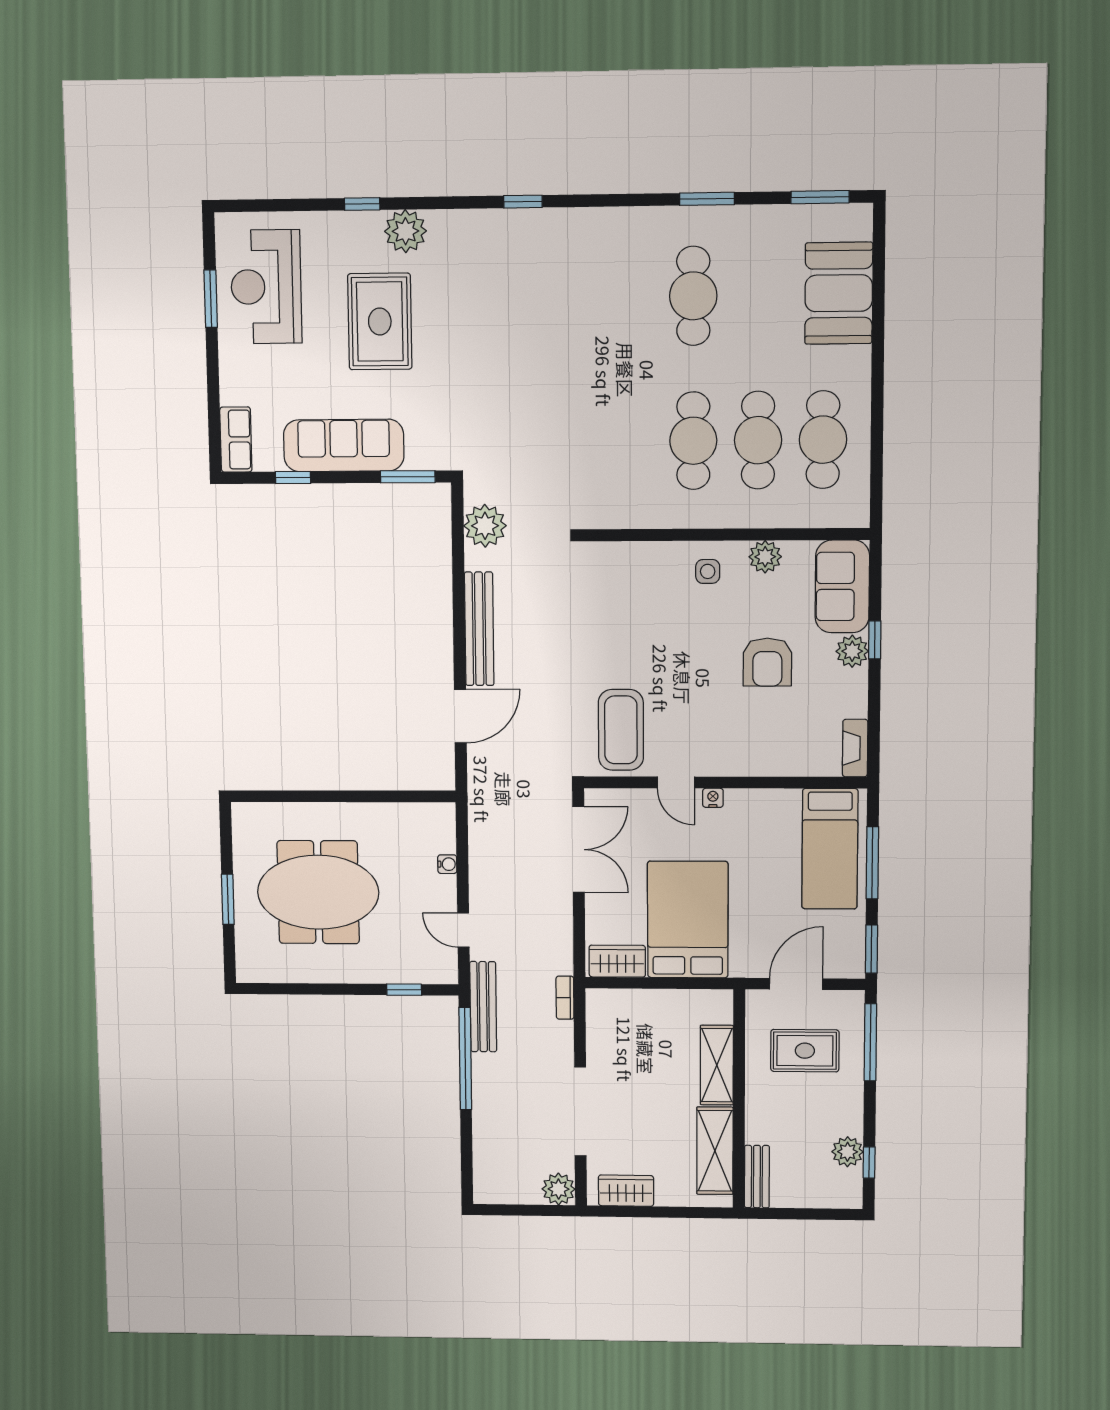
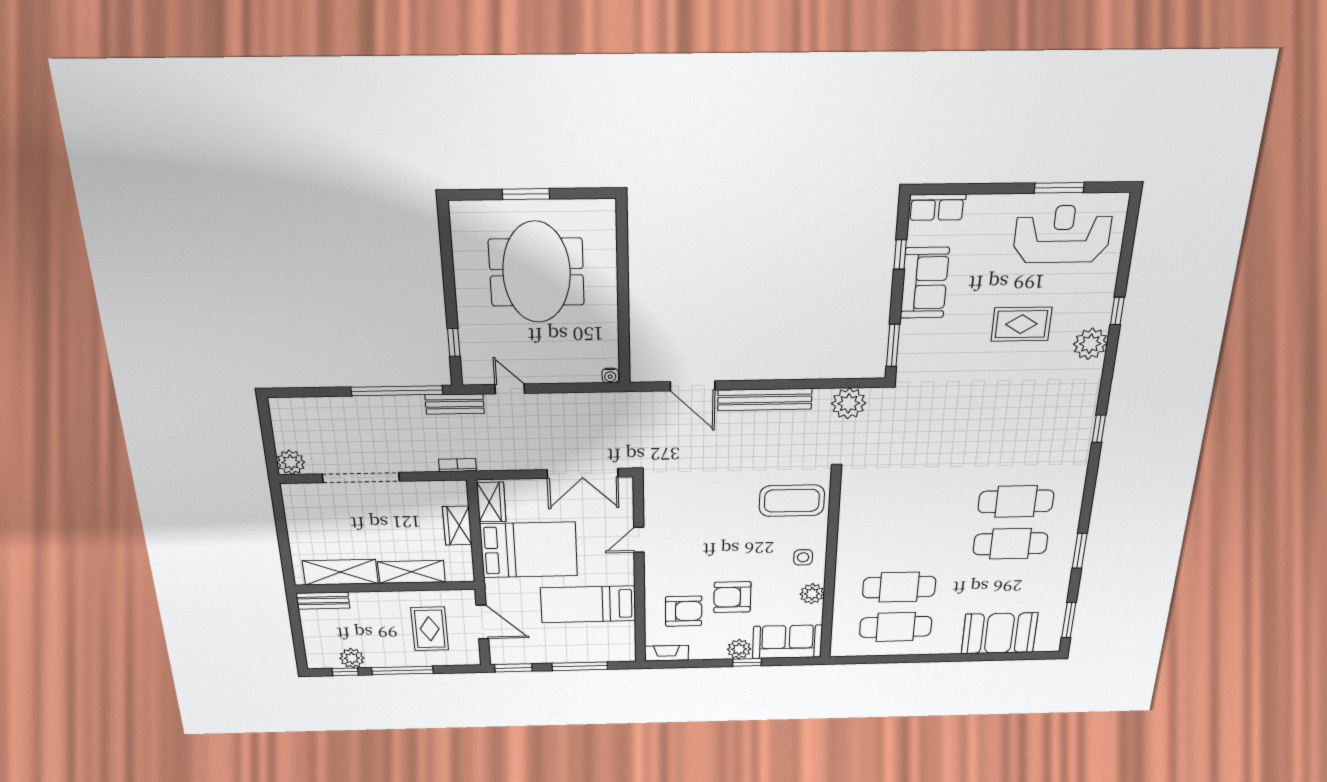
rug: (380, 322) -> (1021, 324), width x0.73, depth x0.70
cafe table: (693, 441) -> (1016, 501), moved
sofa: (344, 445) -> (925, 283), width x0.73
armchair: (788, 726) -> (684, 611), added
coffee table: (621, 730) -> (792, 501), moved
nightstand: (713, 798) -> (627, 565), removed
bed: (830, 849) -> (588, 604), moved
water cooler: (447, 864) -> (610, 375), moved
door: (463, 930) -> (510, 389), hinge flipped
bench: (483, 1007) -> (455, 404), width x0.73
window: (870, 1042) -> (403, 670), moved
wardrobe: (626, 1191) -> (457, 526), moved, turned 180

